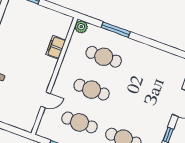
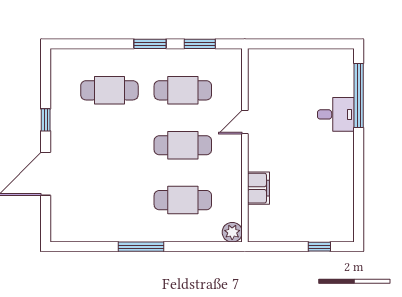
window: (116, 30) -> (141, 247), moved
door: (46, 100) -> (245, 122), moved

